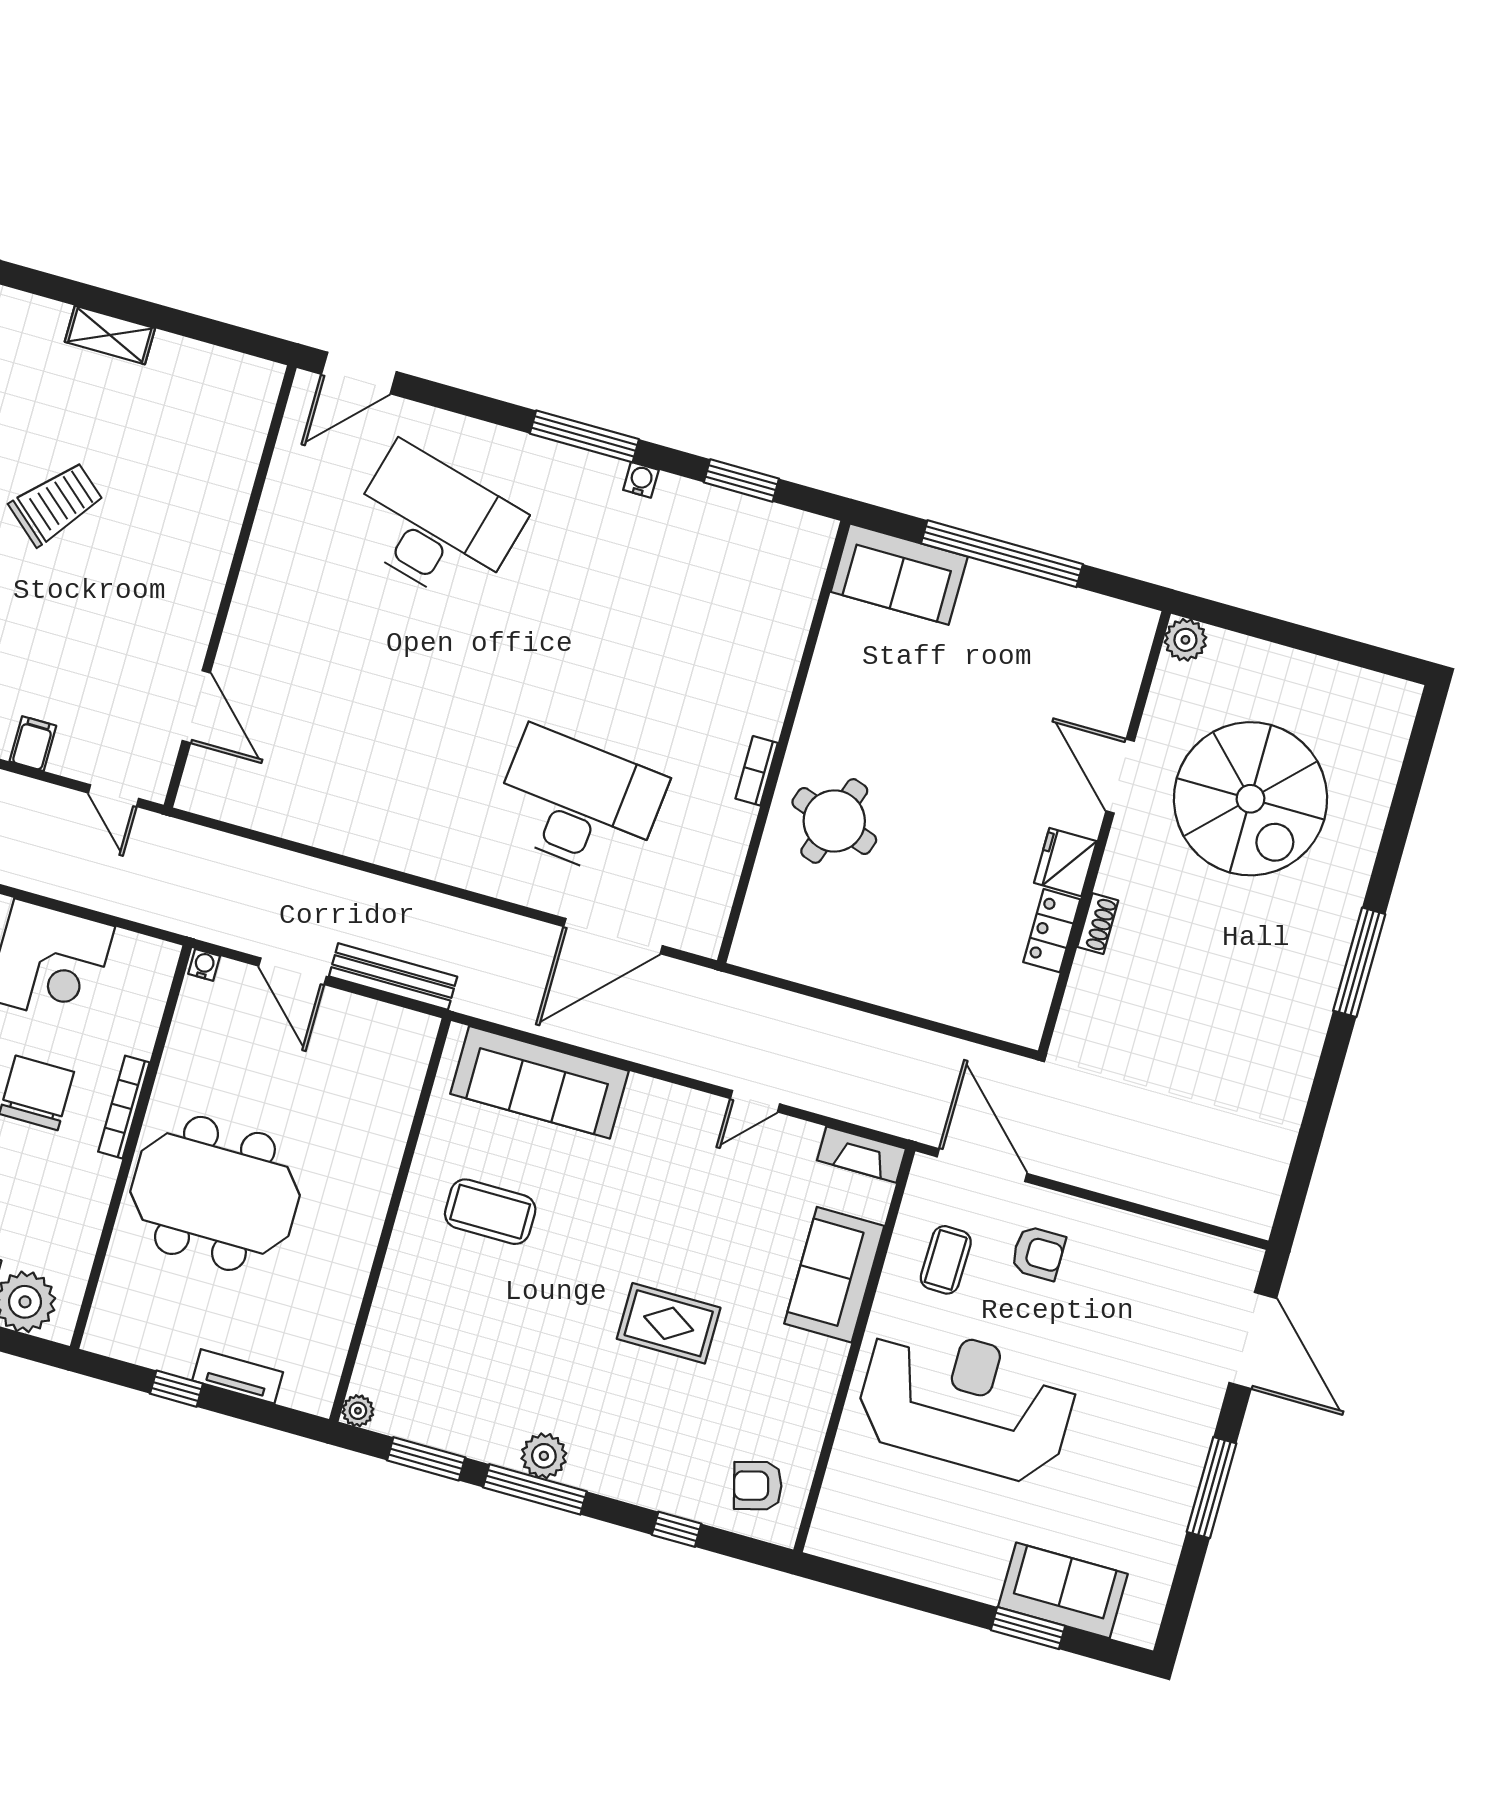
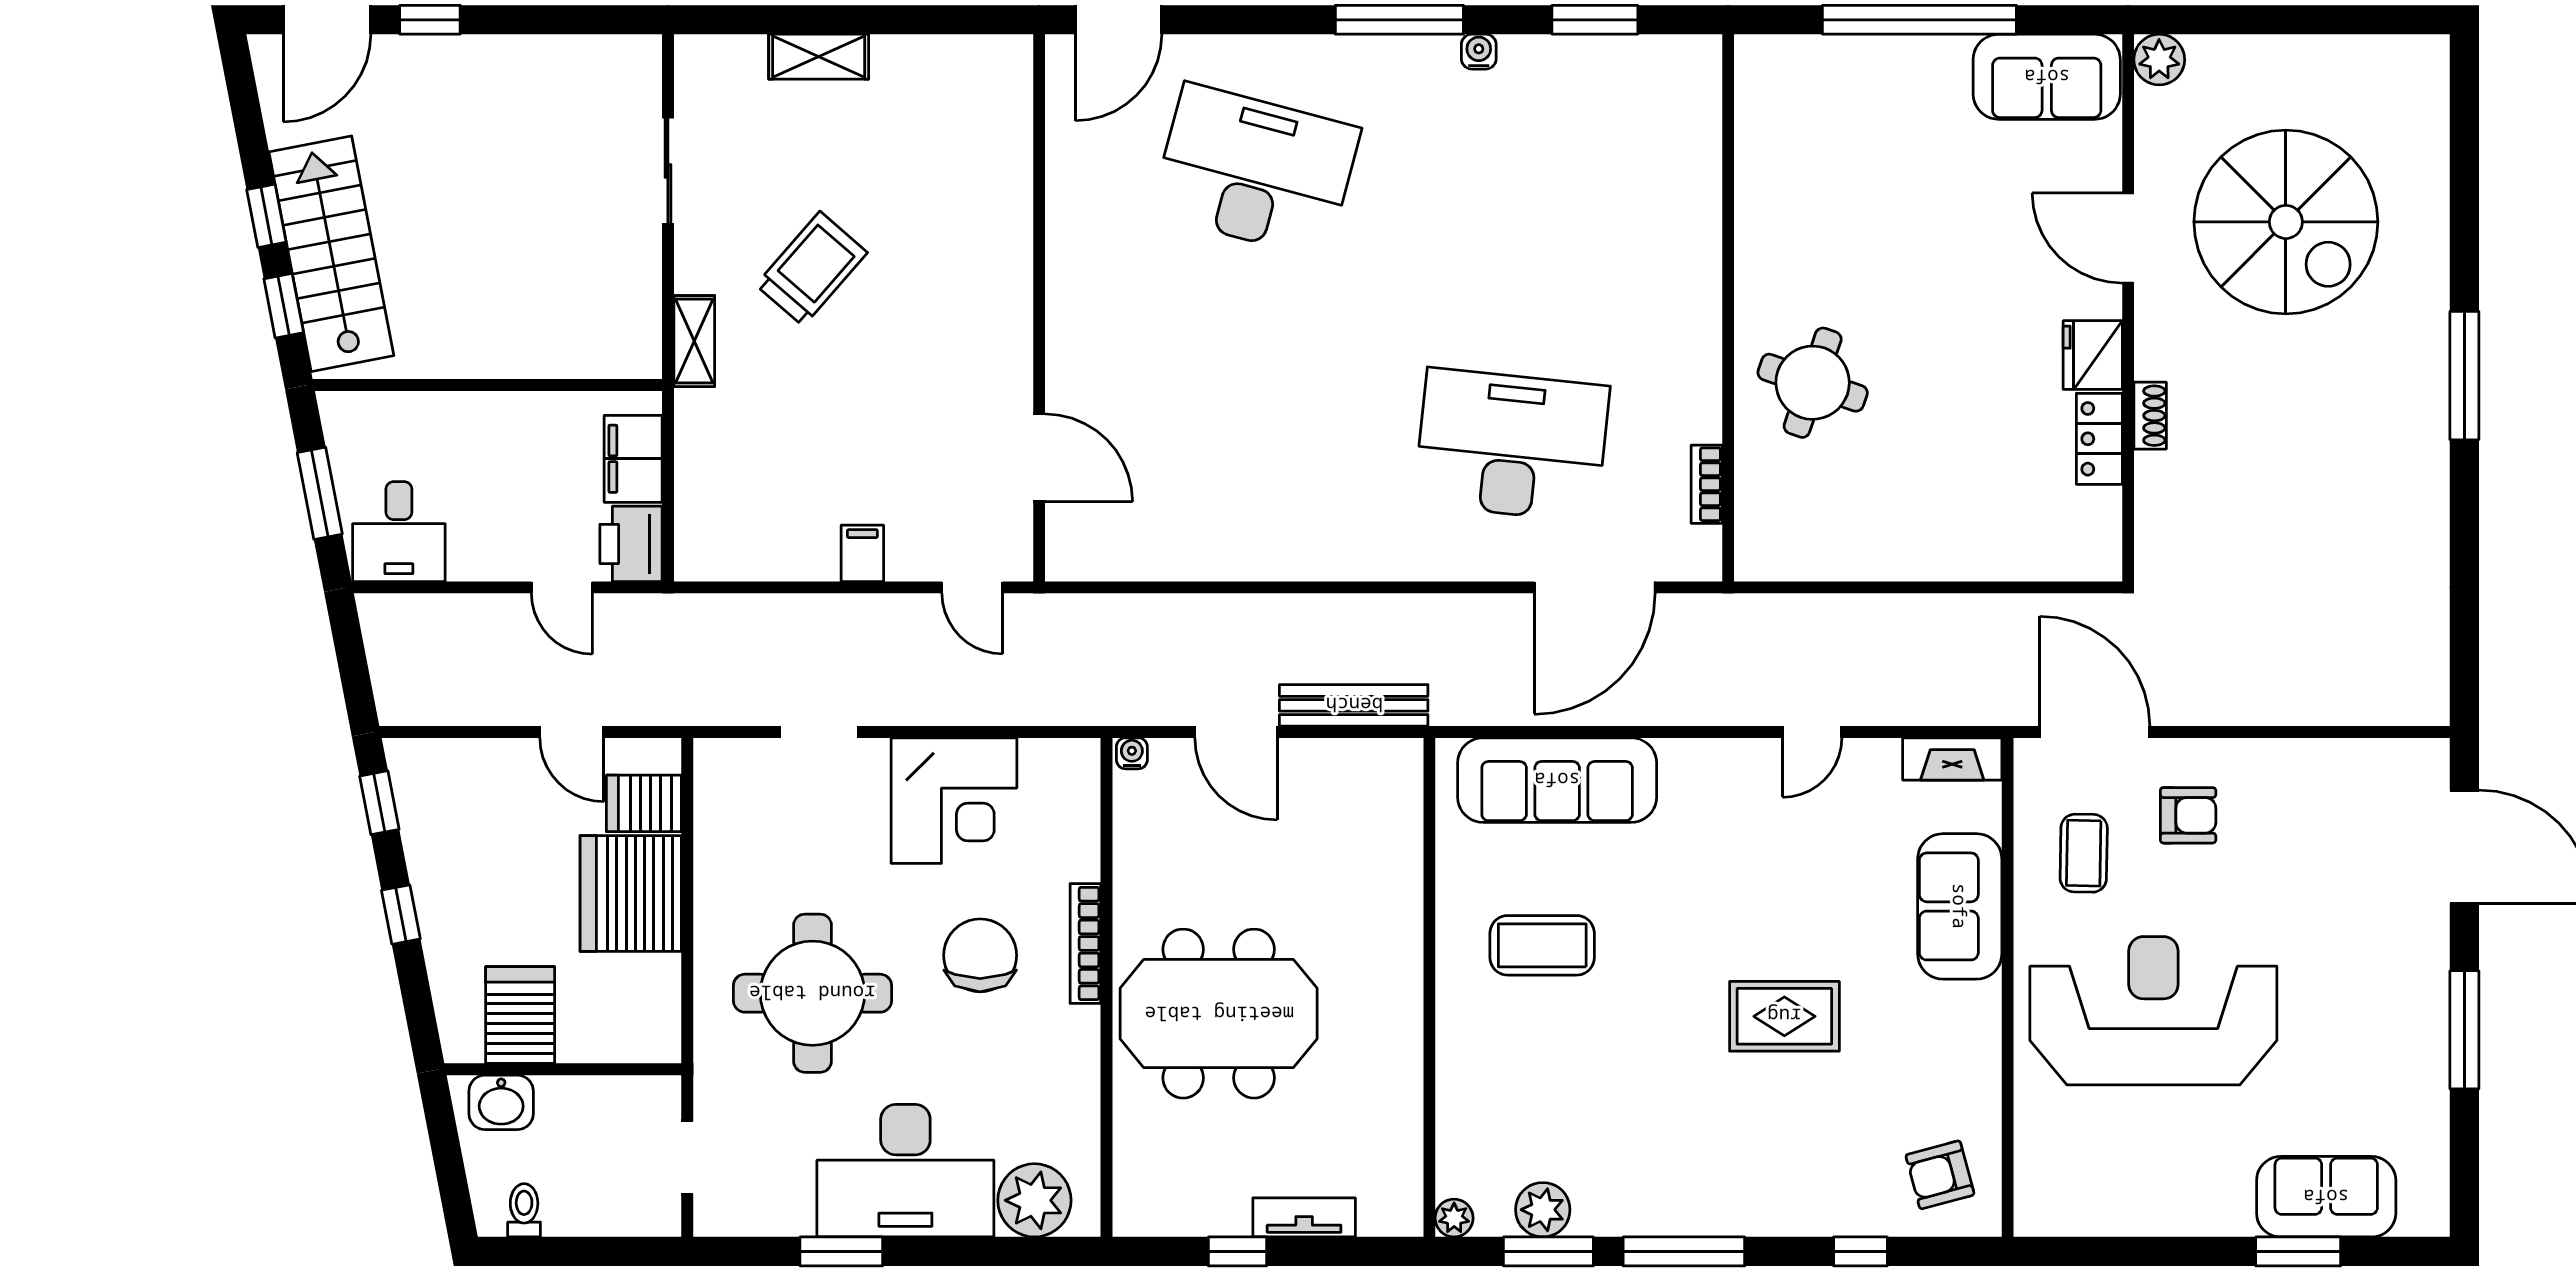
sofa: (899, 574) -> (2047, 77), moved
bookcase: (757, 771) -> (1707, 484), moved
plant: (544, 1456) -> (1543, 1210), moved

